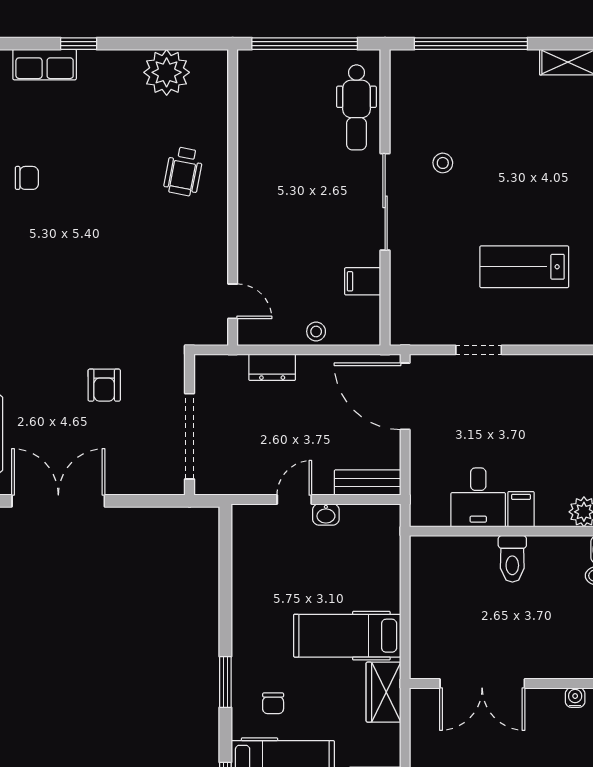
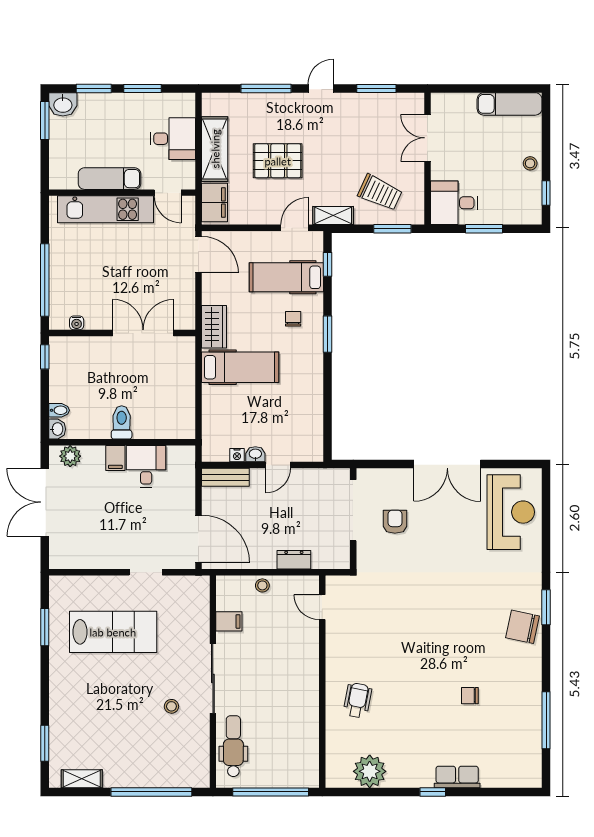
lab bench: (524, 267) -> (113, 632), width x1.36, depth x1.39
armchair: (104, 385) -> (395, 522), moved
nightstand: (351, 513) -> (237, 455), added

